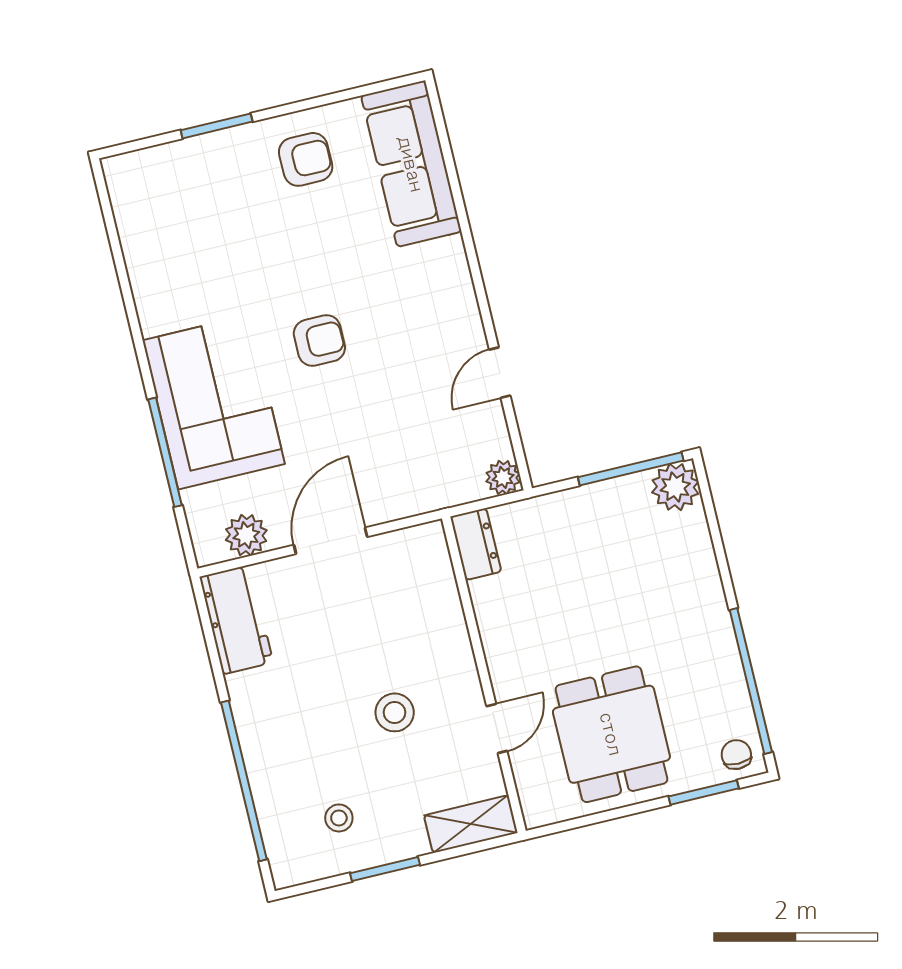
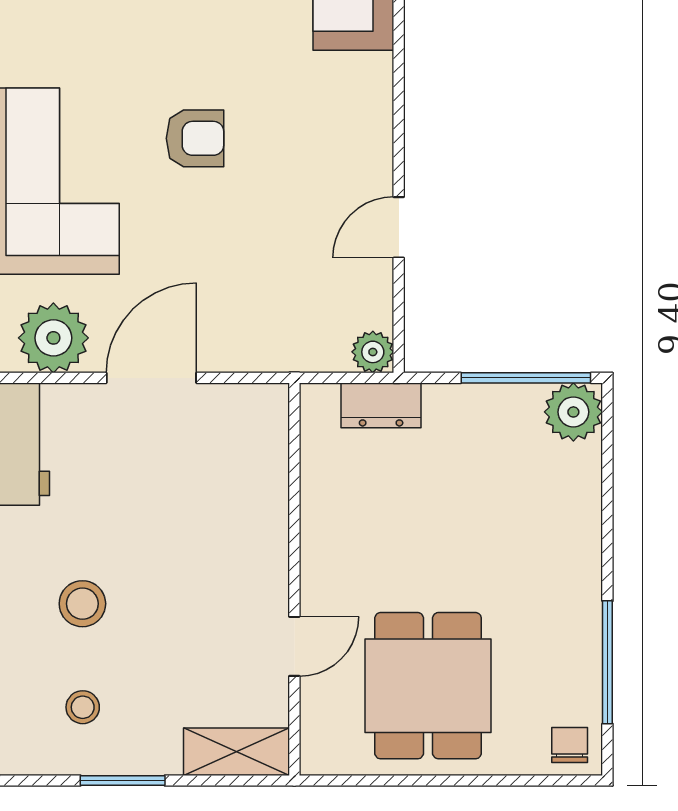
plant: (246, 535) -> (53, 338), width x1.36, depth x1.36
dresser: (476, 544) -> (381, 405), moved, turned 90
window: (751, 681) -> (607, 662), width x0.68
stool: (395, 712) -> (82, 604), moved
window: (704, 792) -> (520, 780), removed

